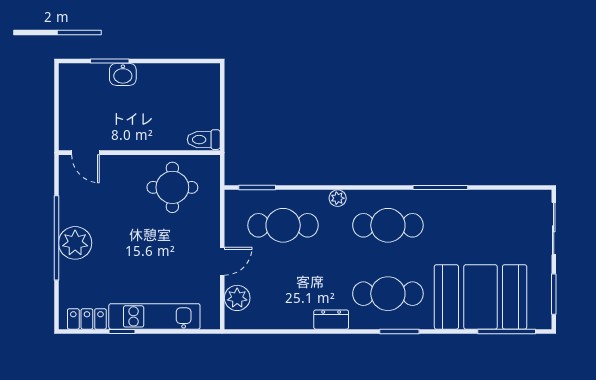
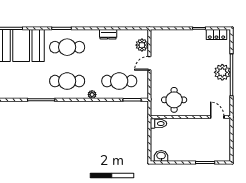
washbasin: (123, 74) -> (161, 156), moved
kitchen unit: (154, 316) -> (183, 36), removed
dresser: (331, 320) -> (108, 34), moved

